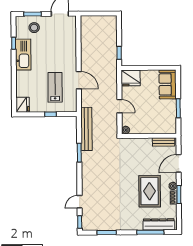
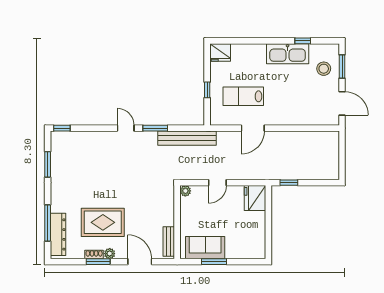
sofa: (168, 84) -> (205, 248), moved
lab bench: (55, 87) -> (243, 96), turned 180
door: (80, 202) -> (126, 128), moved

